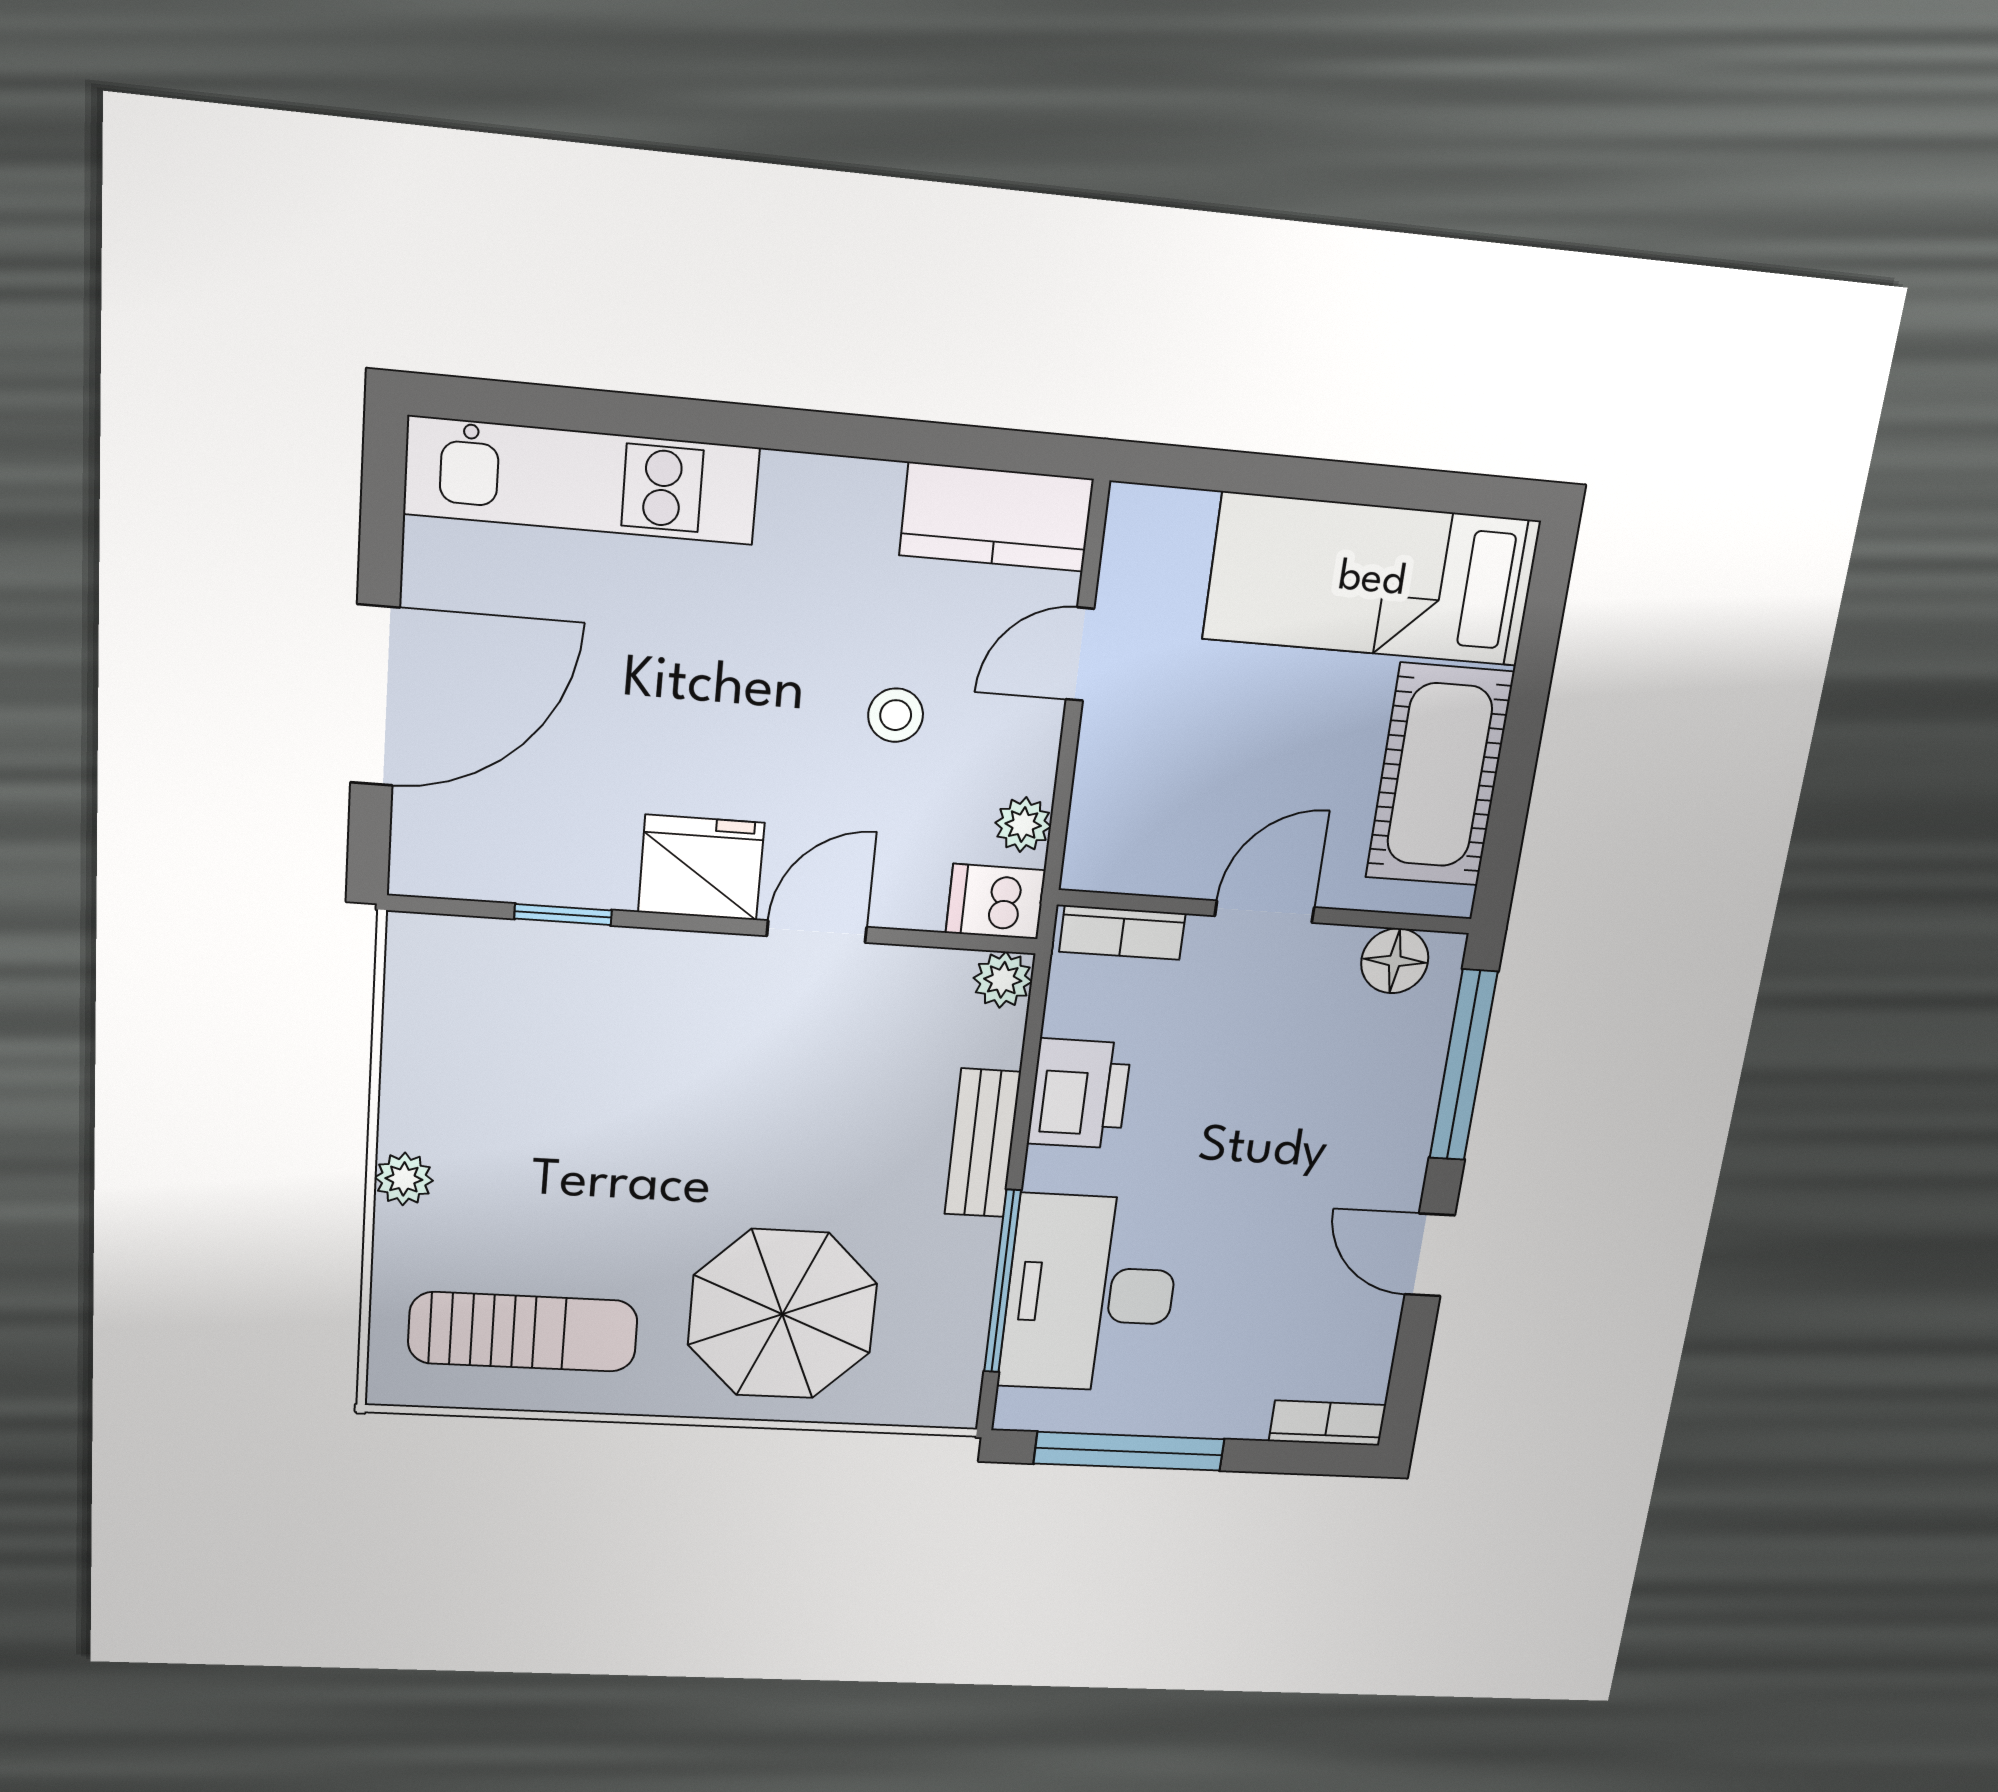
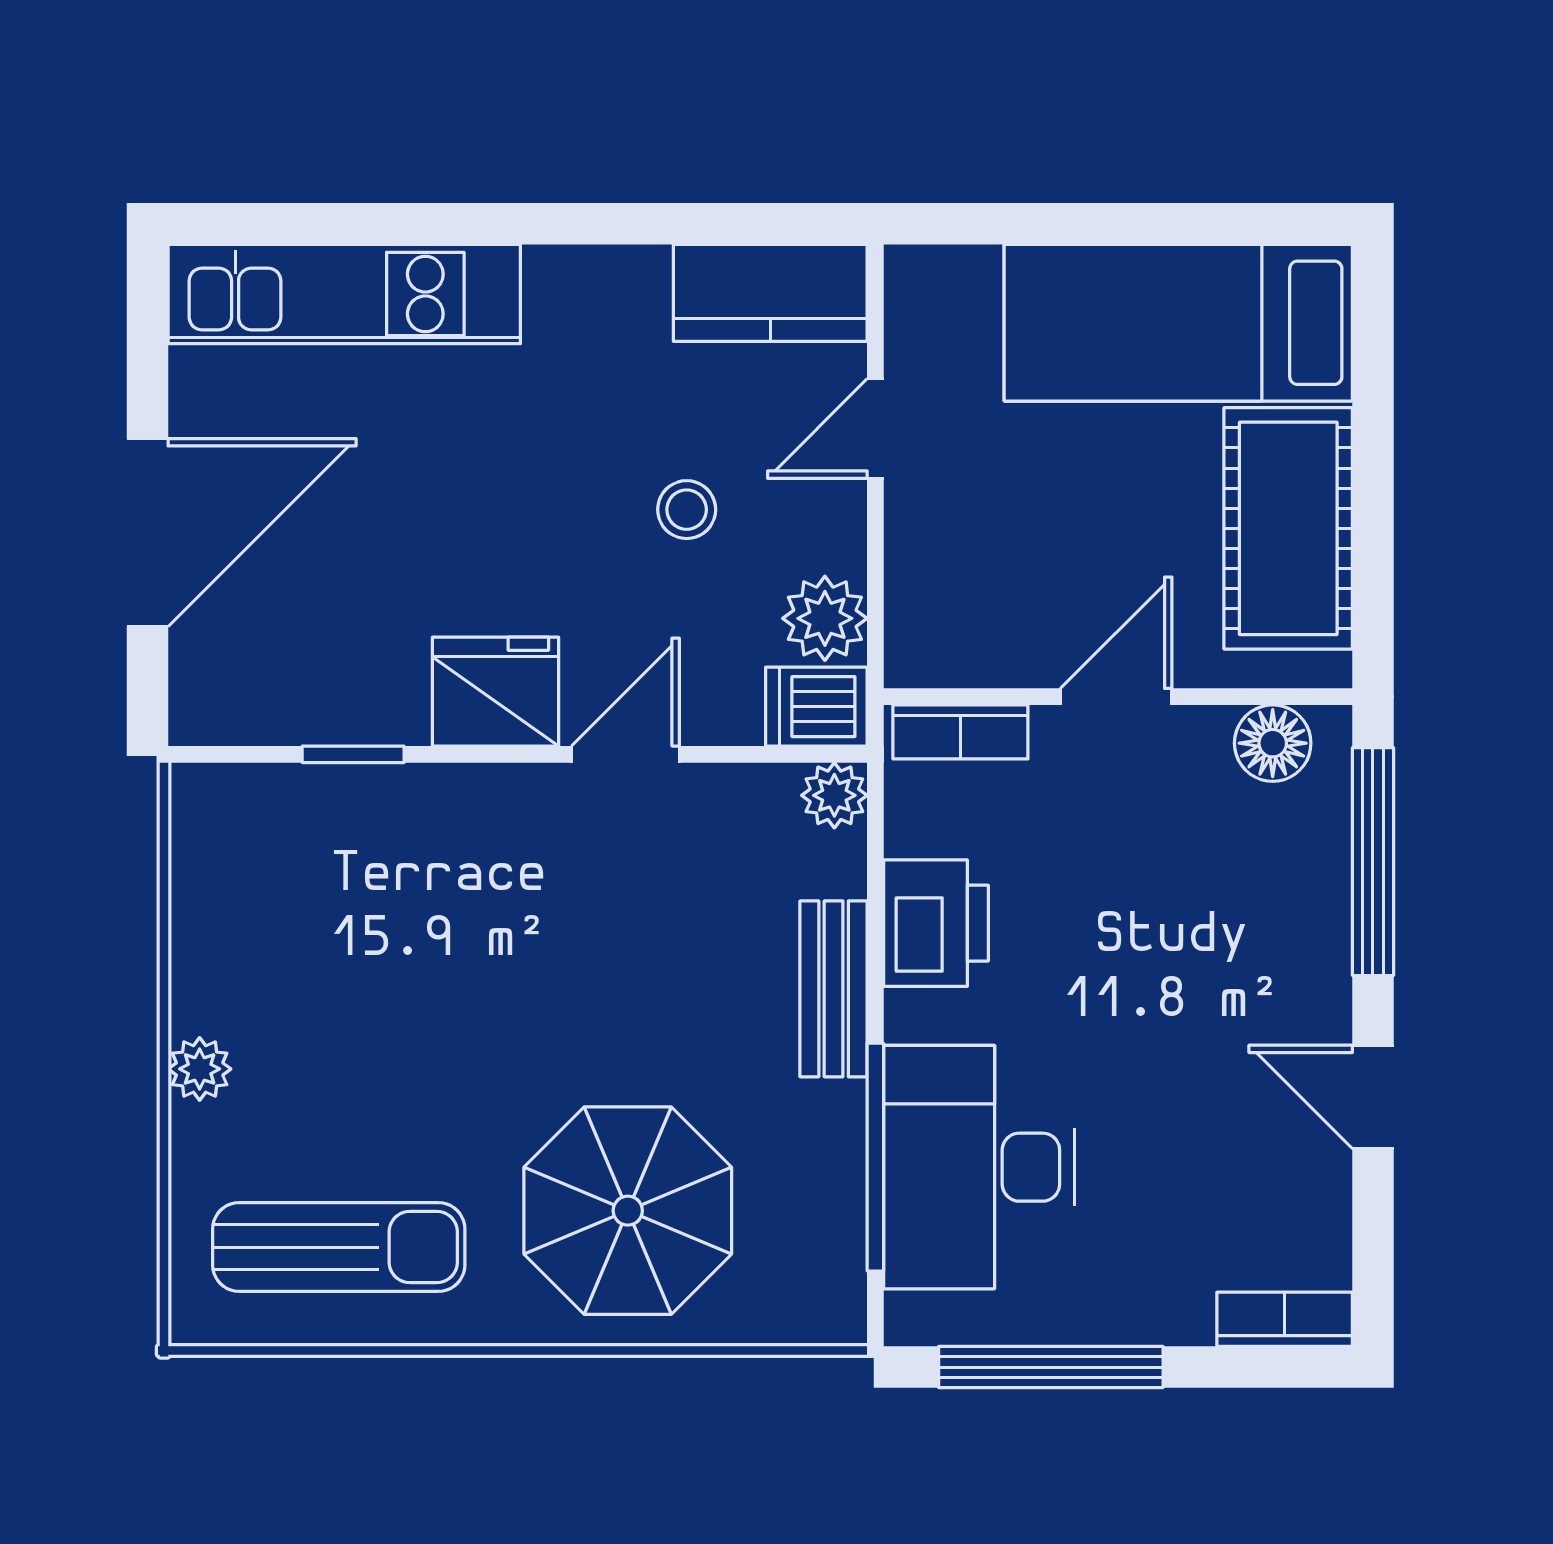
plant: (1023, 825) -> (825, 618), width x1.38, depth x1.38

